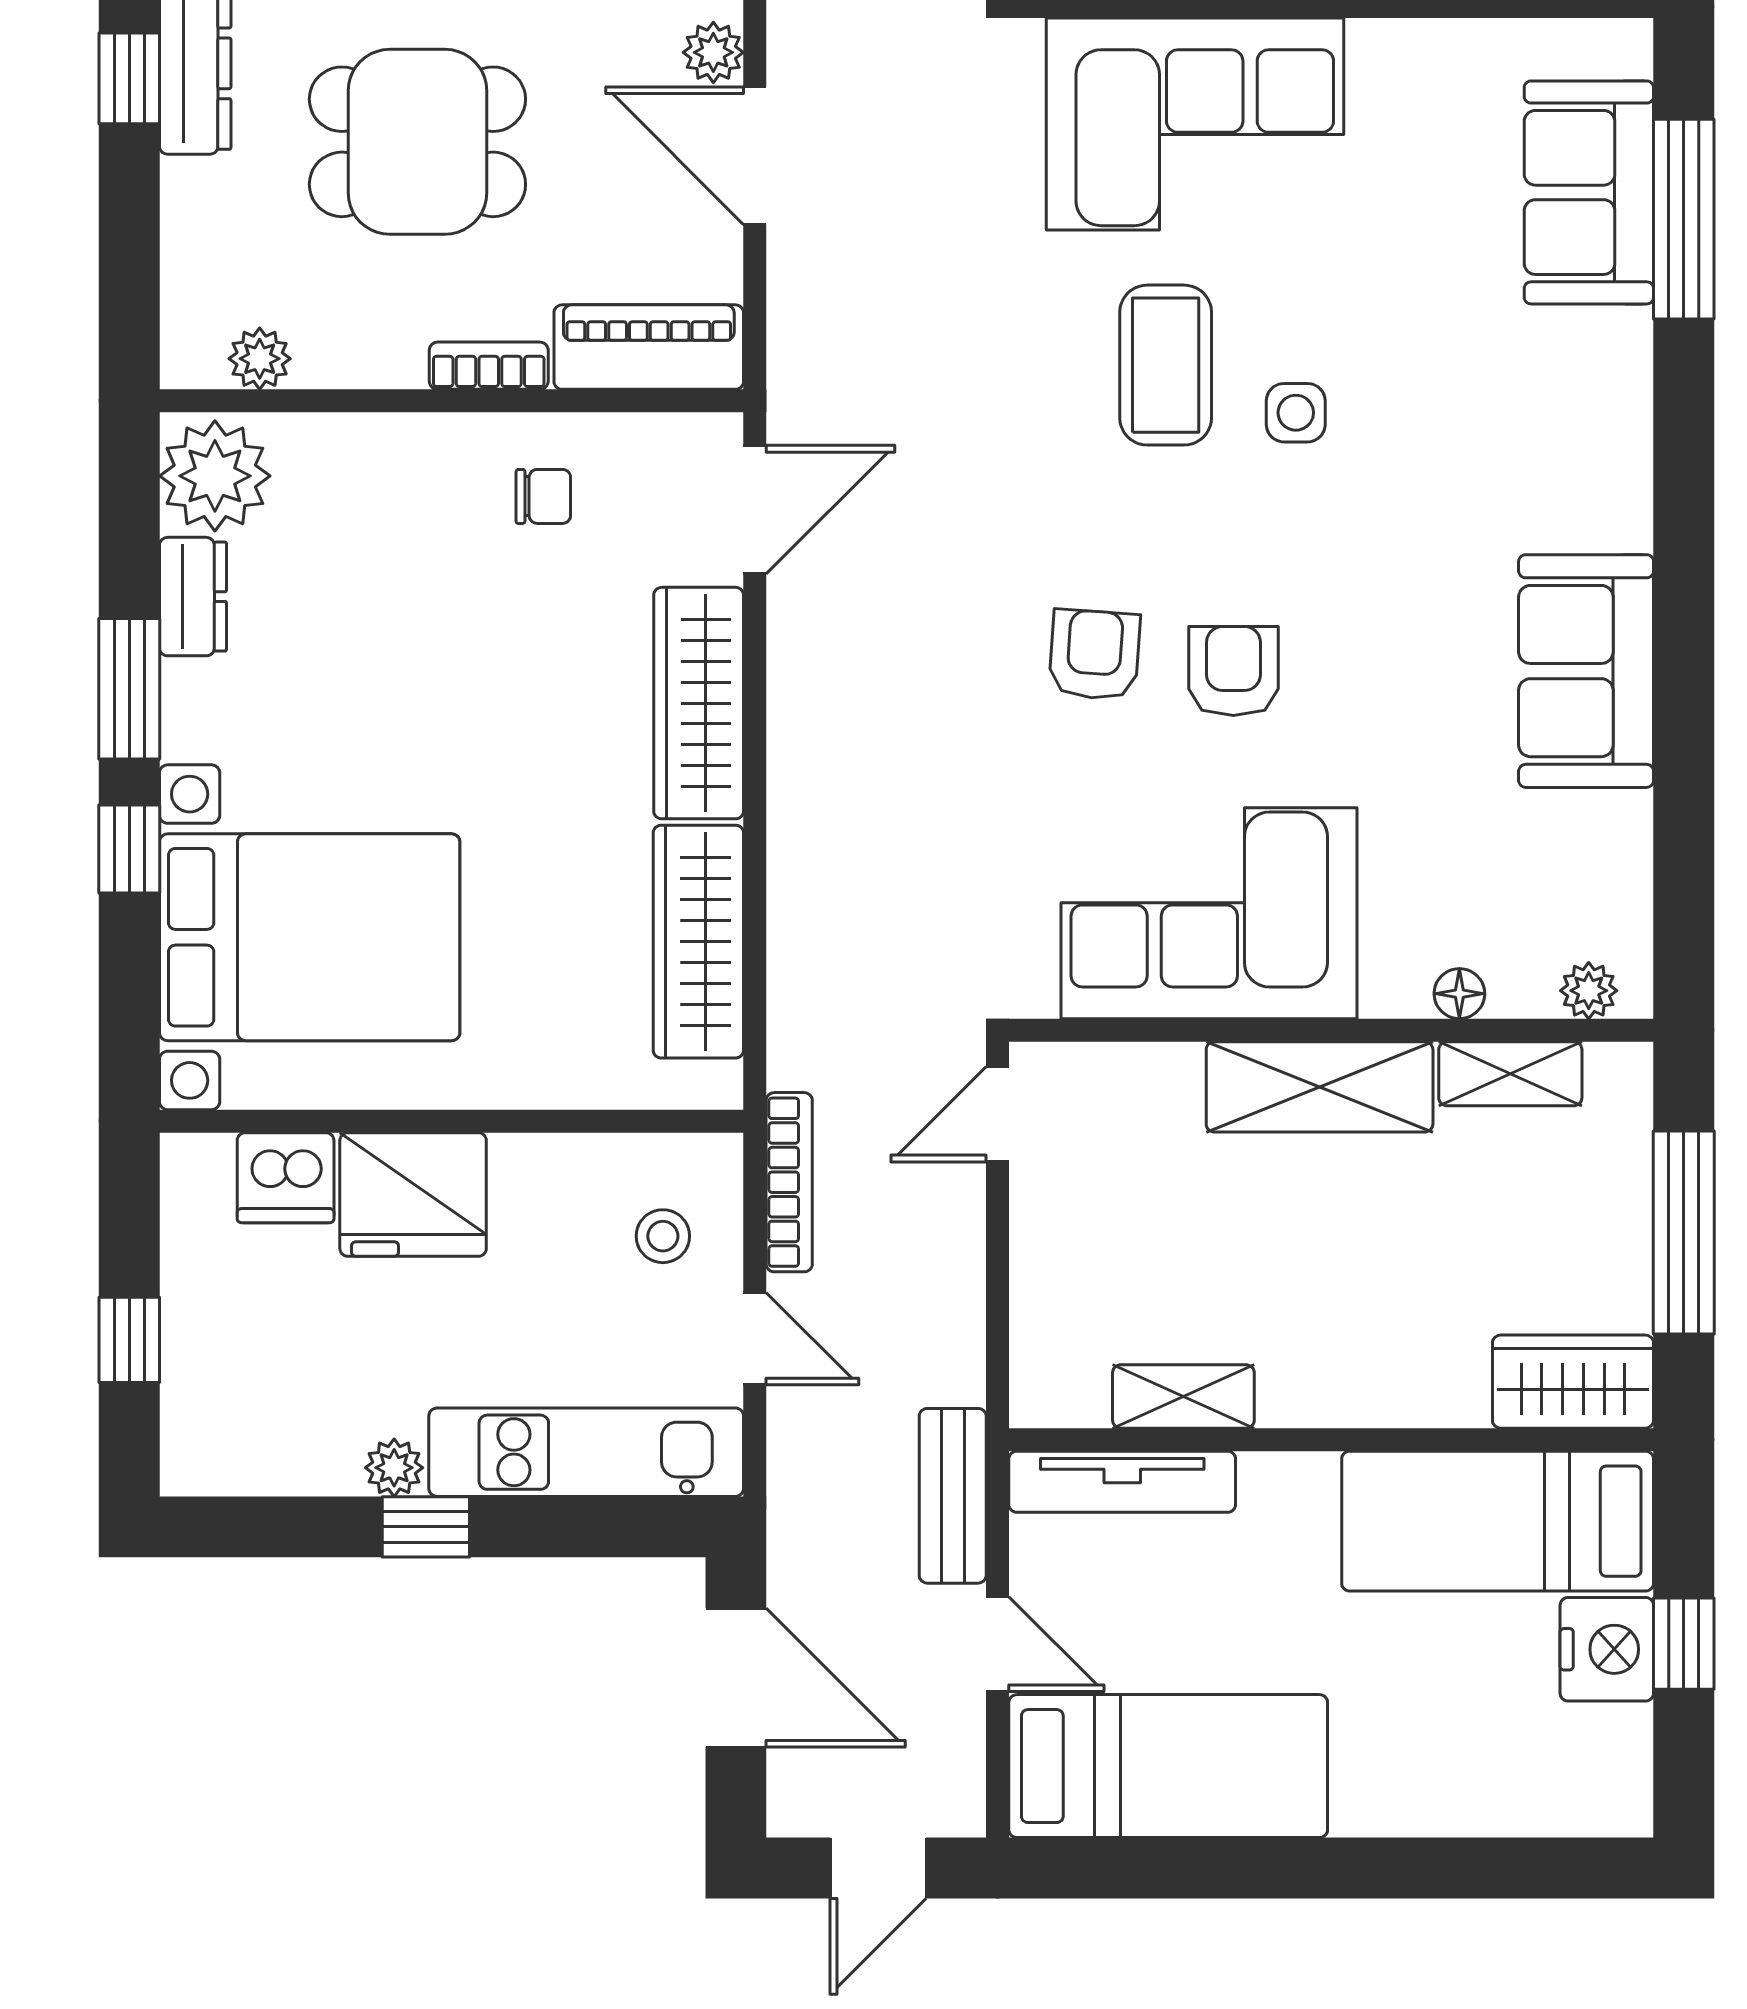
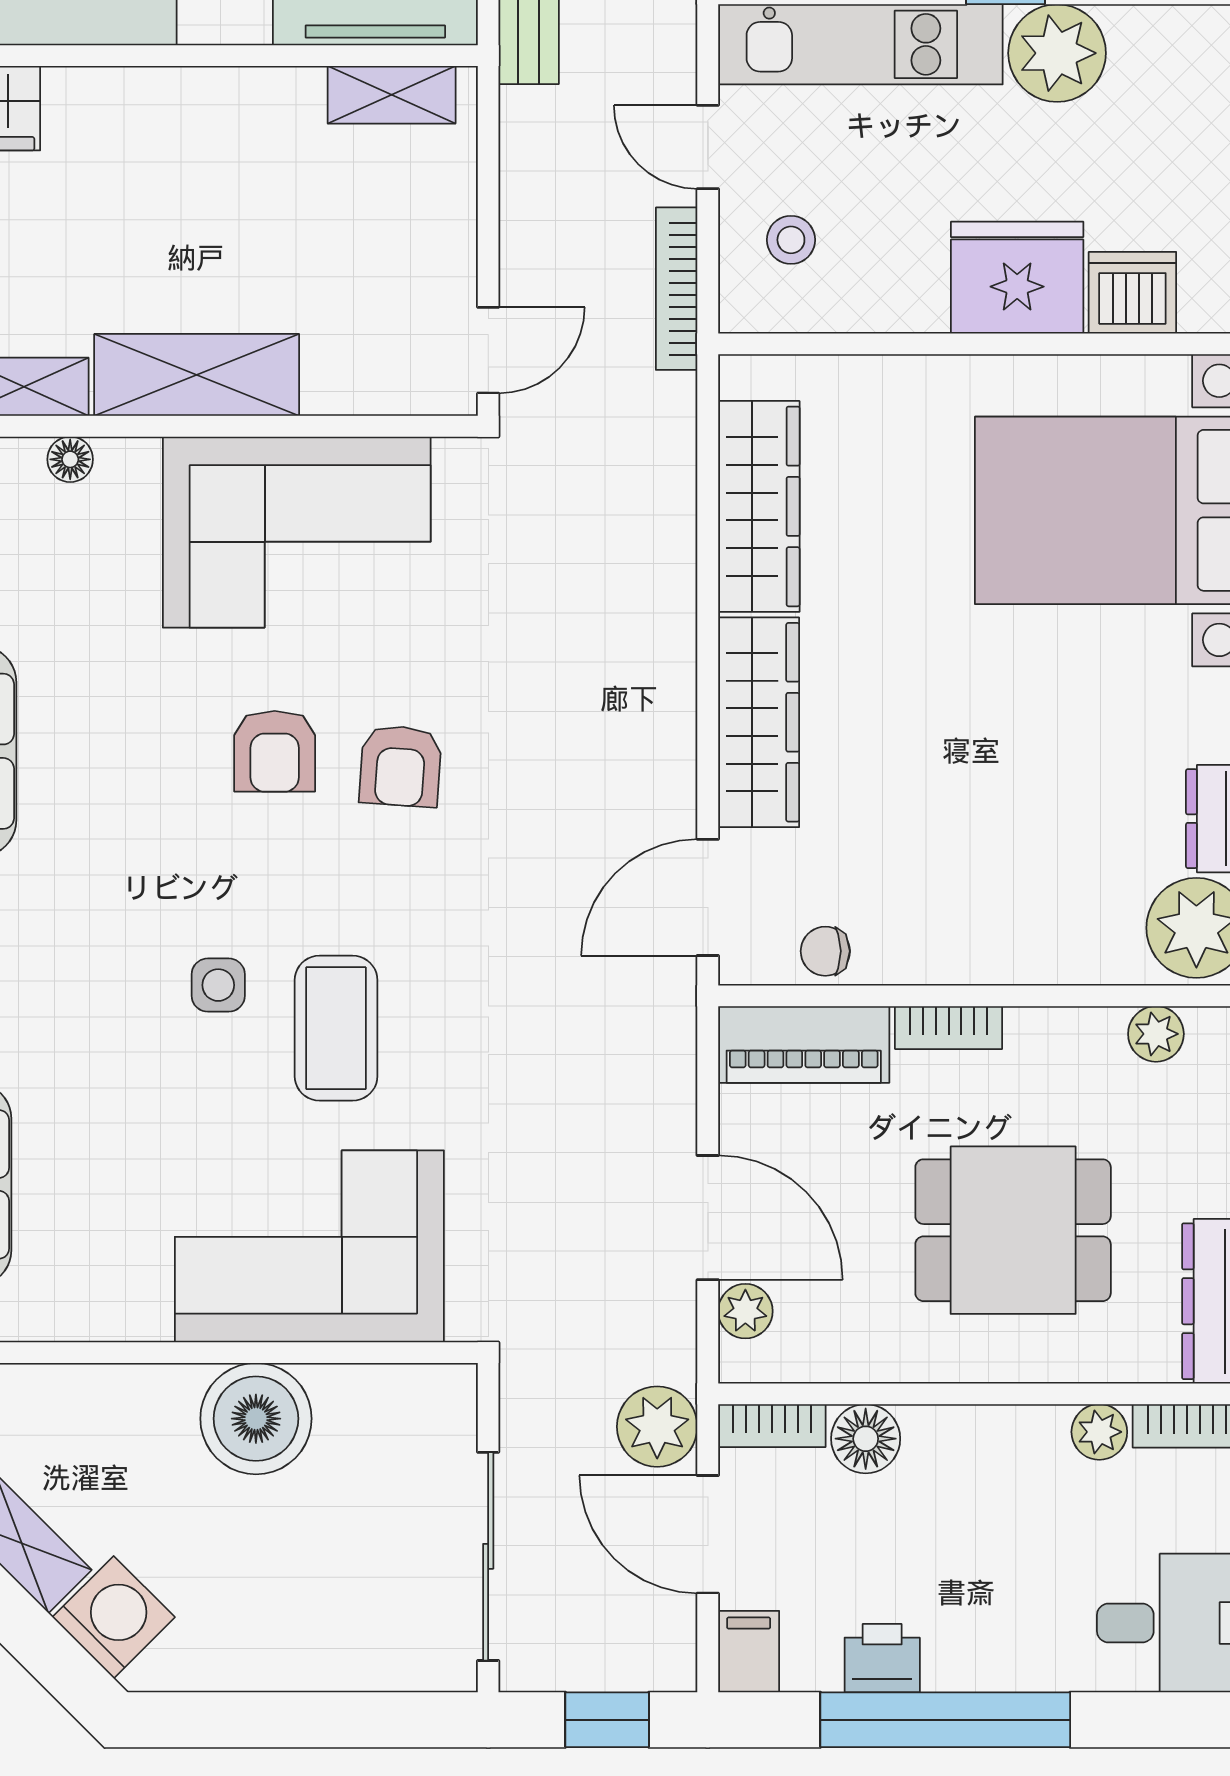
chair: (543, 496) -> (825, 951), moved
shelving: (1183, 1396) -> (392, 95), moved
plant: (394, 1468) -> (1057, 53), width x1.87, depth x1.87

